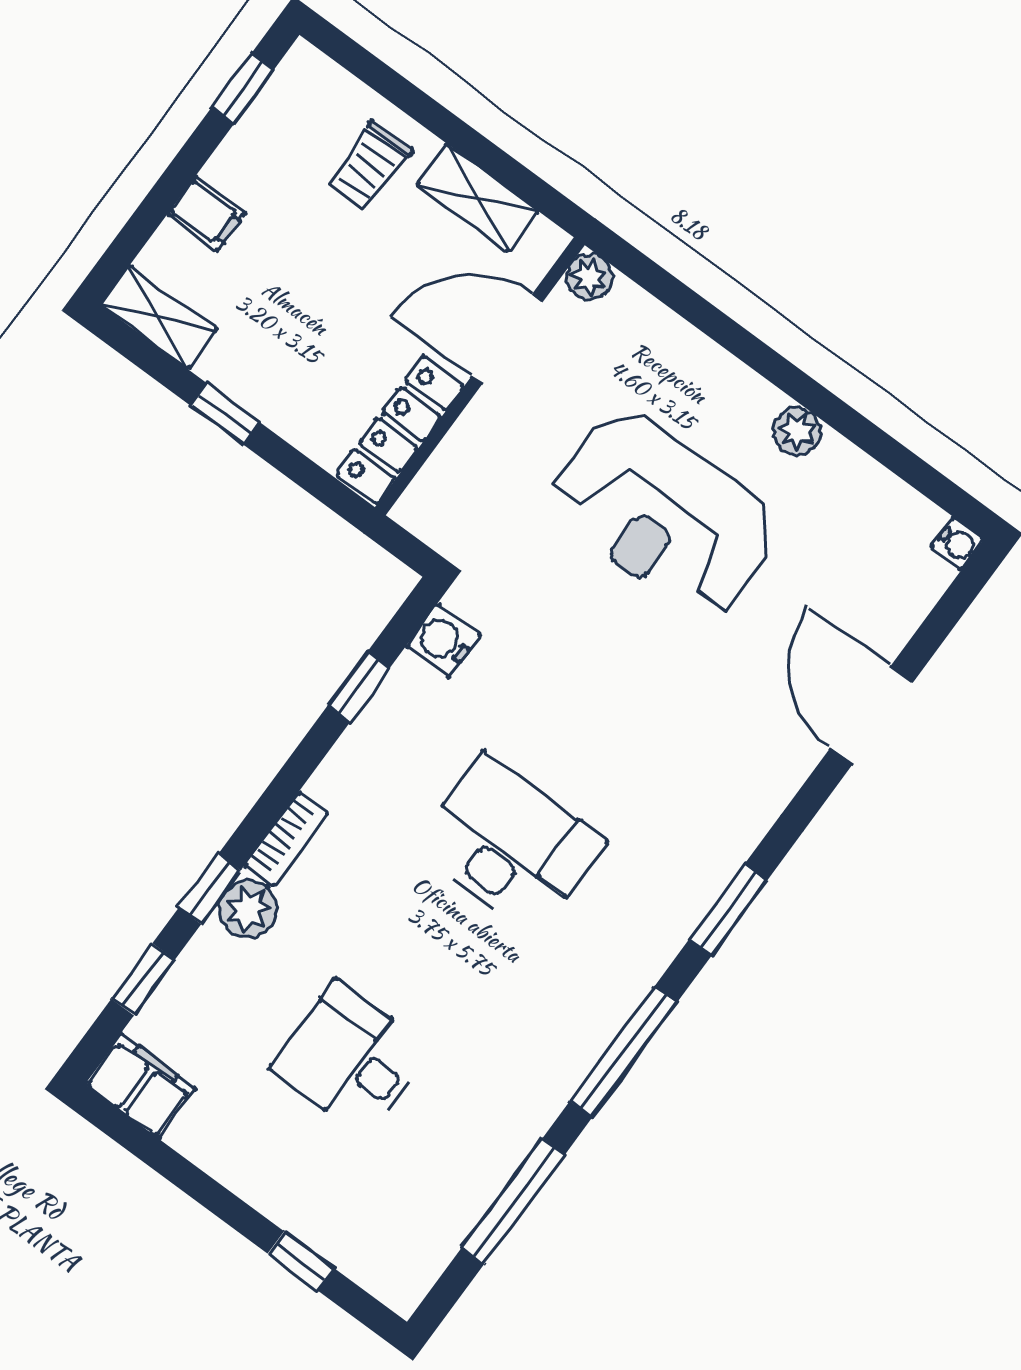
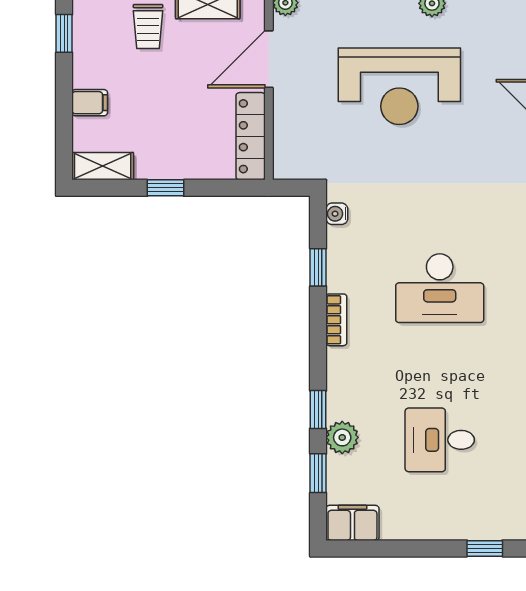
water cooler: (443, 641) -> (337, 214), width x0.72, depth x0.72
bookcase: (286, 839) -> (336, 320), moved
desk: (510, 844) -> (440, 288), turned 180
plant: (248, 909) -> (342, 437), moved

